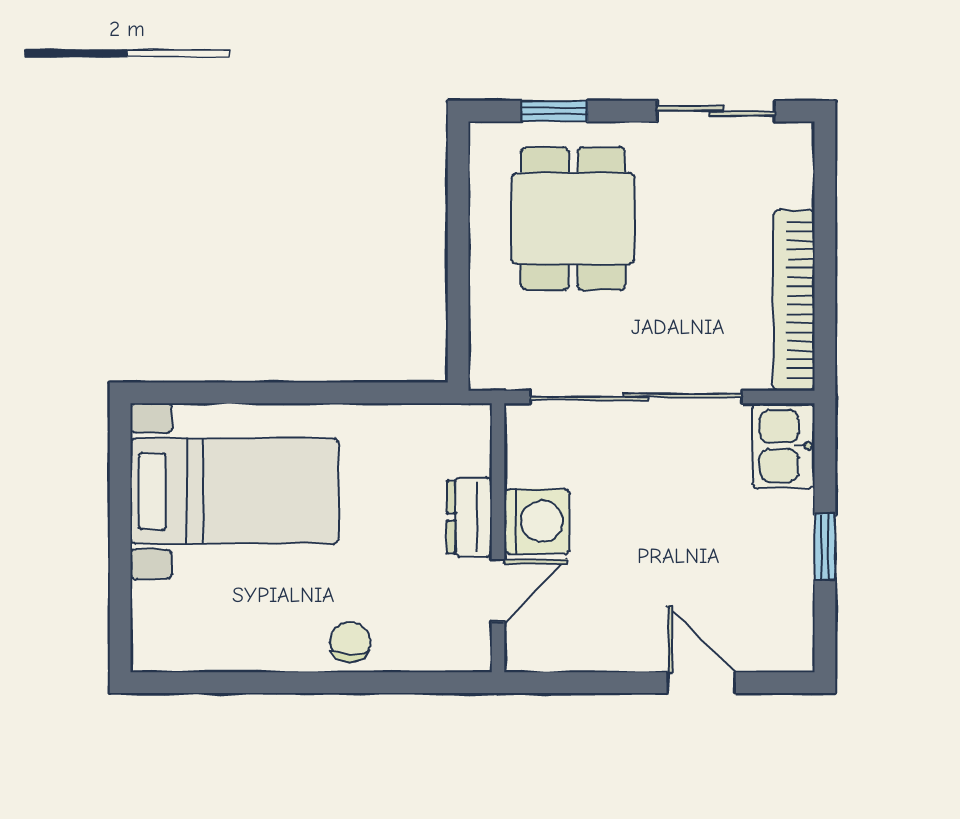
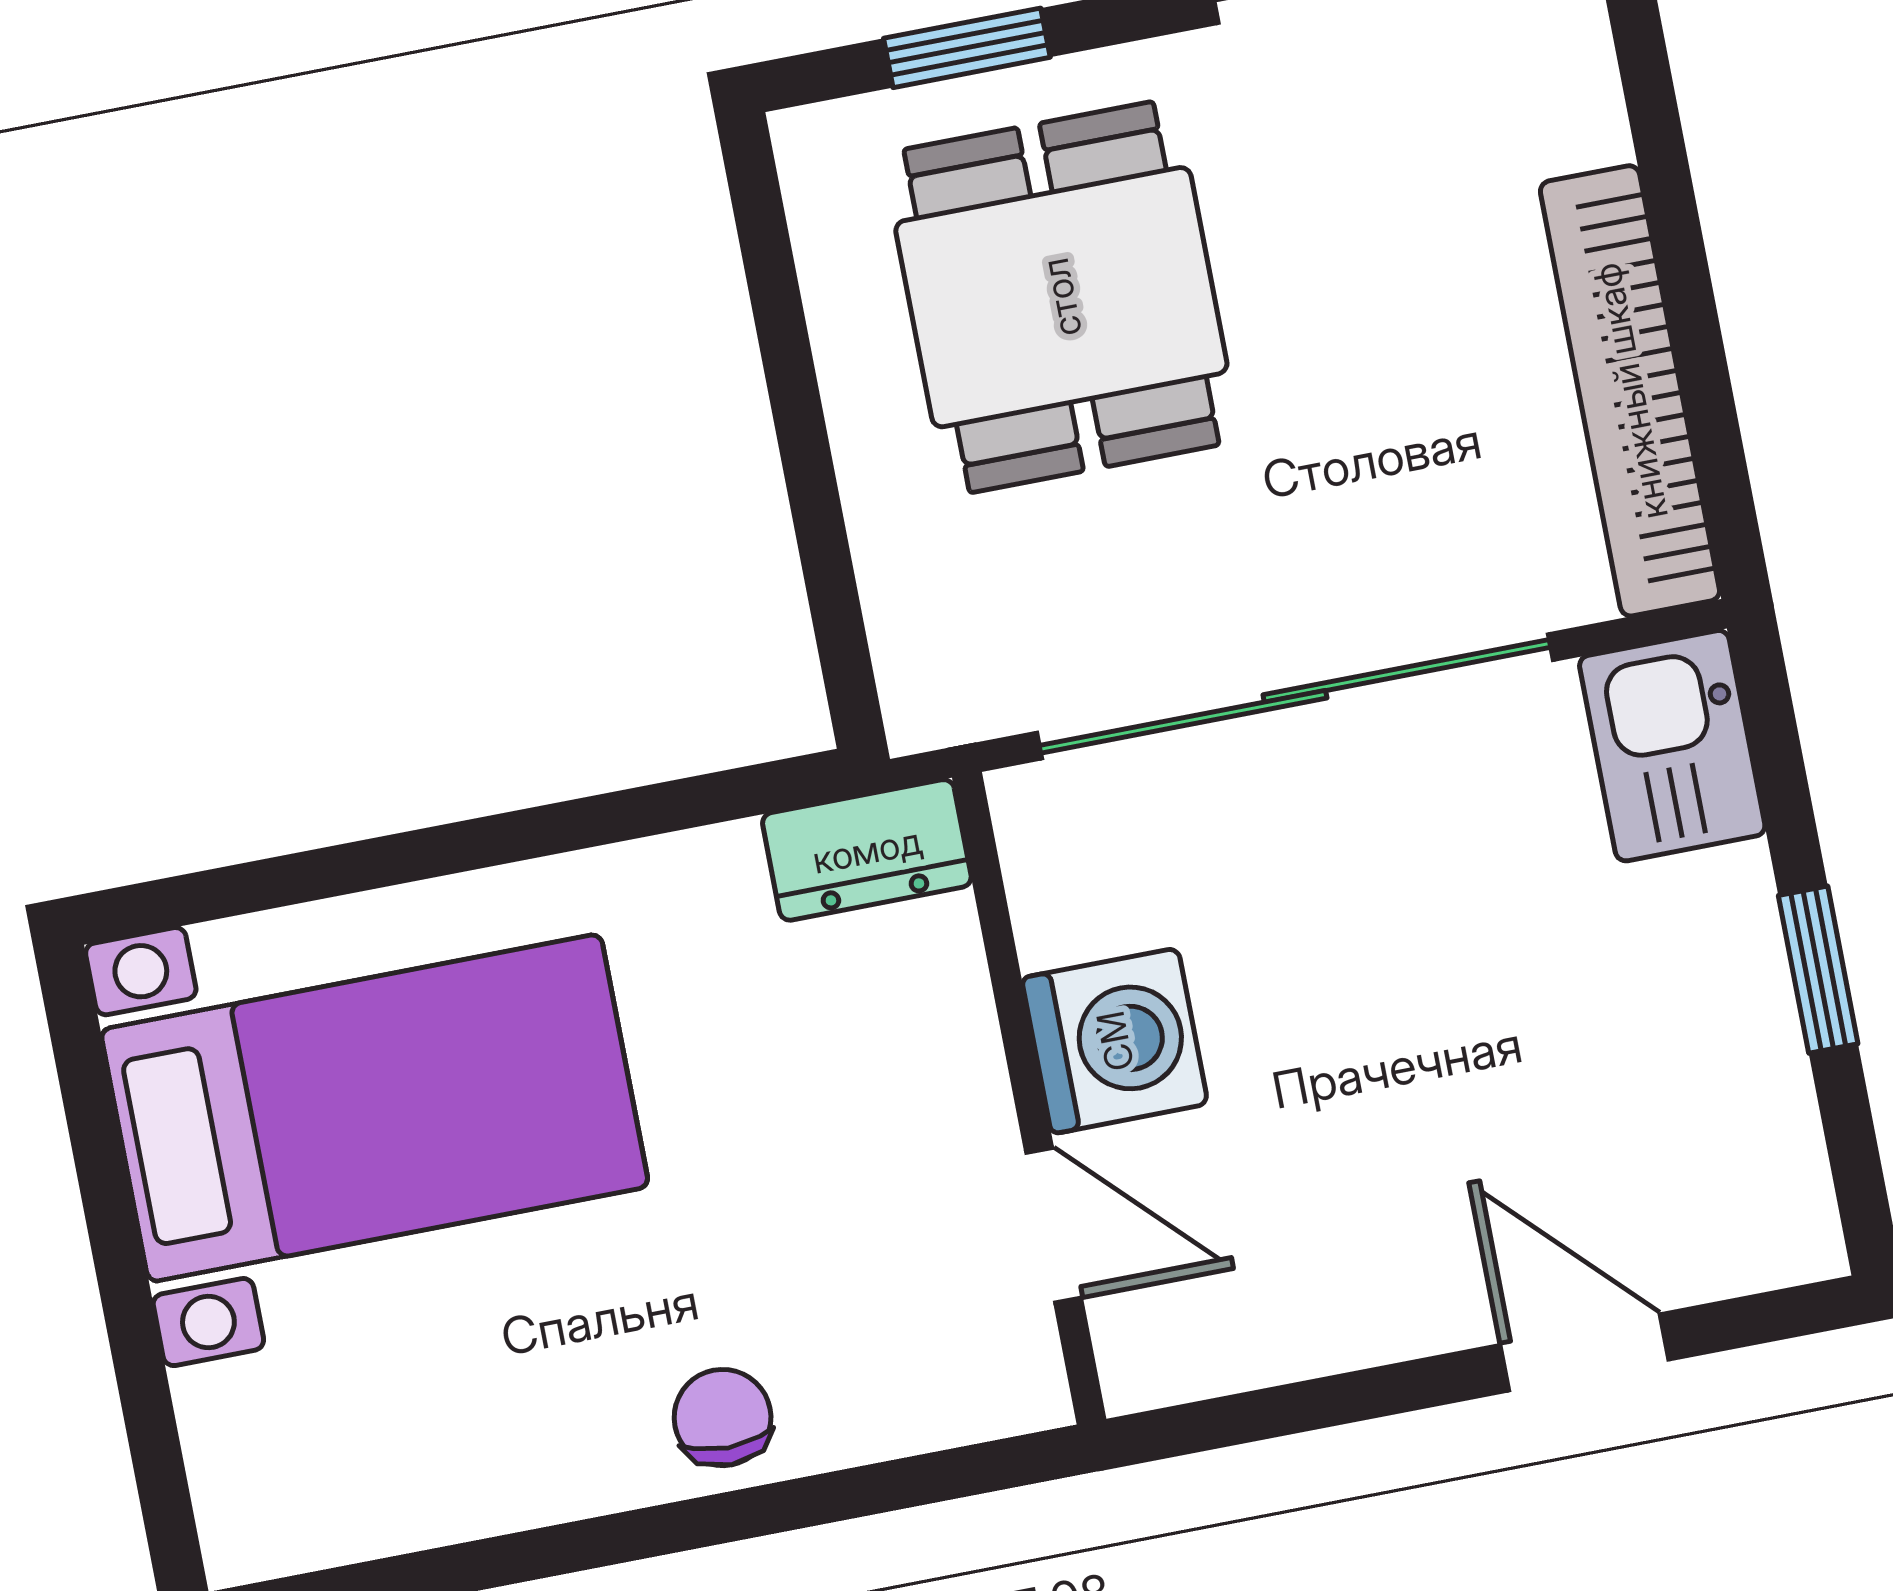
dresser: (470, 517) -> (867, 850), moved, turned -90
door: (498, 591) -> (1054, 1225), hinge flipped

